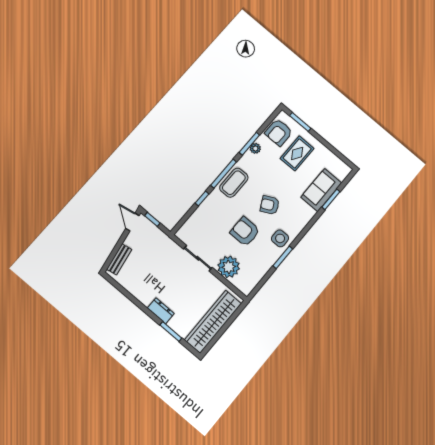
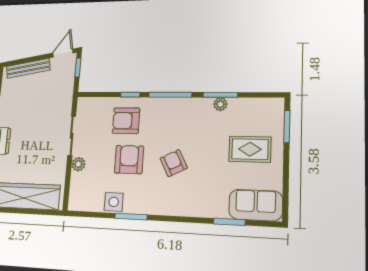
armchair: (279, 132) -> (126, 121), moved
coffee table: (234, 183) -> (169, 111), removed
sofa: (321, 190) -> (256, 205), moved
side table: (280, 238) -> (114, 202), moved
bench: (119, 259) -> (28, 68), width x1.36
plant: (229, 267) -> (78, 164), width x0.53, depth x0.53

